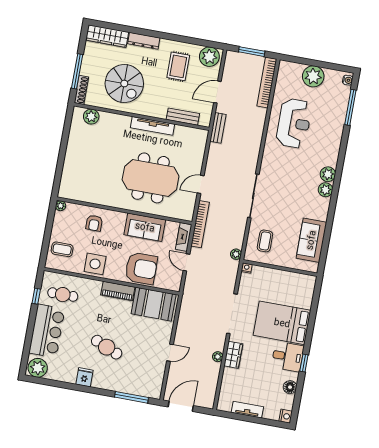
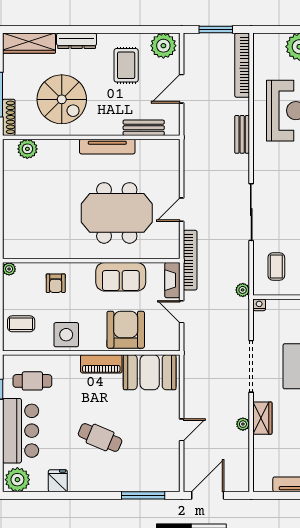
bench: (218, 128) -> (242, 134), moved
armchair: (141, 268) -> (126, 330), turned -90
fridge: (84, 377) -> (58, 481), moved

